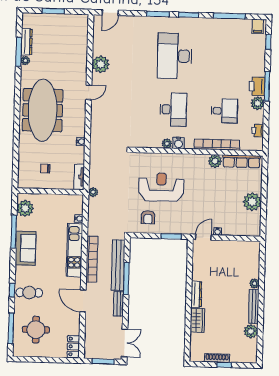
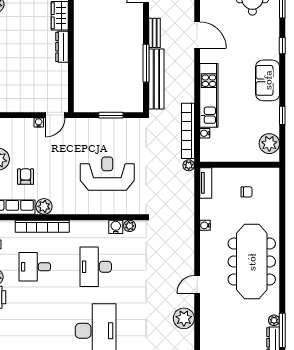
plant: (167, 143) -> (130, 226), moved
water cooler: (179, 143) -> (116, 227), moved
reception desk: (161, 187) -> (107, 174), turned 180
armchair: (148, 217) -> (26, 177), moved
window: (14, 232) -> (282, 115), width x0.46
window: (171, 236) -> (111, 115), moved
sofa: (25, 248) -> (268, 80), moved
bookcase: (92, 259) -> (188, 131), moved
cafe table: (29, 293) -> (262, 43), removed

